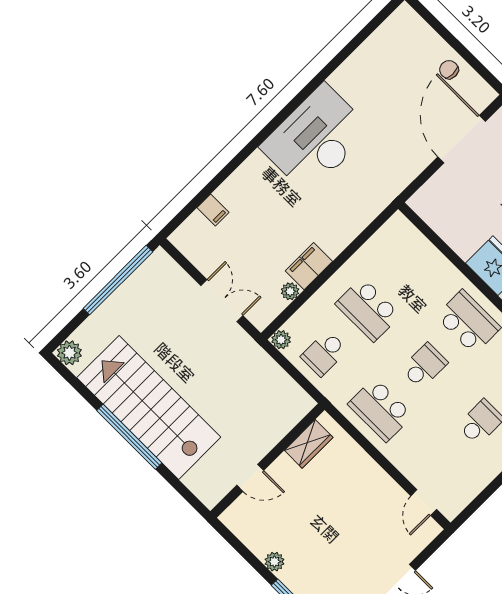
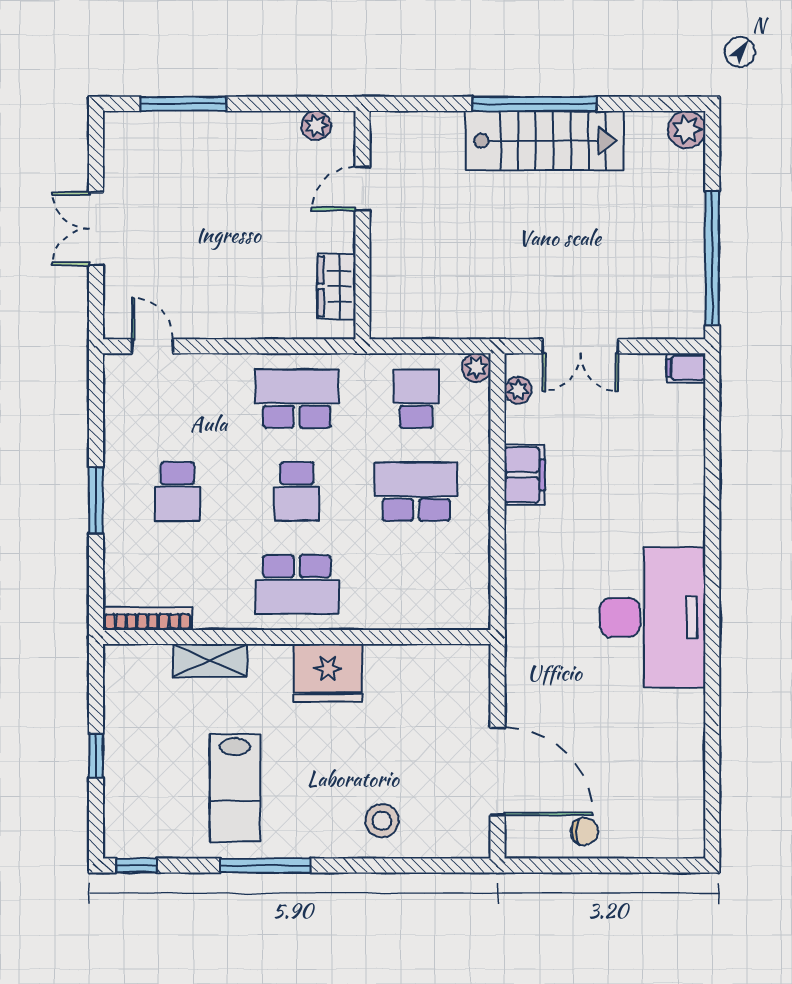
filing cabinet: (213, 210) -> (686, 368), moved
plant: (290, 291) -> (518, 390), moved
stairs: (149, 407) -> (545, 141), width x0.73, depth x0.66
plant: (274, 562) -> (316, 125), moved

